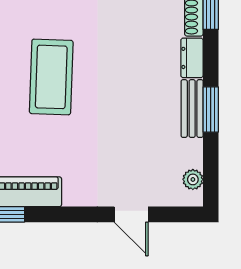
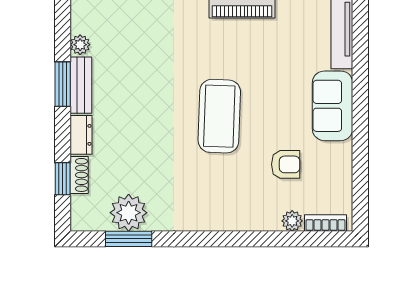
plant: (193, 179) -> (80, 45), moved

